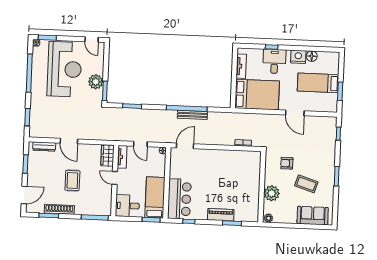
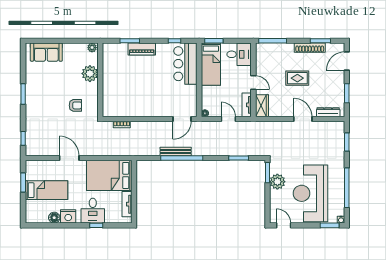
rug: (72, 180) -> (297, 78), turned 90
coffee table: (306, 184) -> (54, 85), removed

